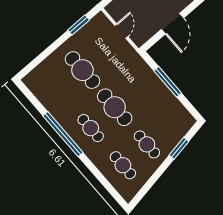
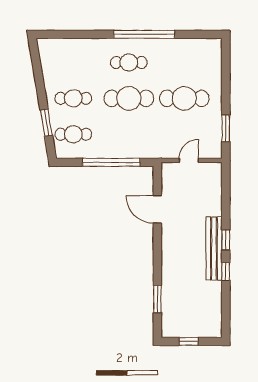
door: (121, 31) -> (189, 160), swing flipped
window: (168, 82) -> (111, 162), width x1.46
cafe table: (123, 165) -> (73, 134), moved

